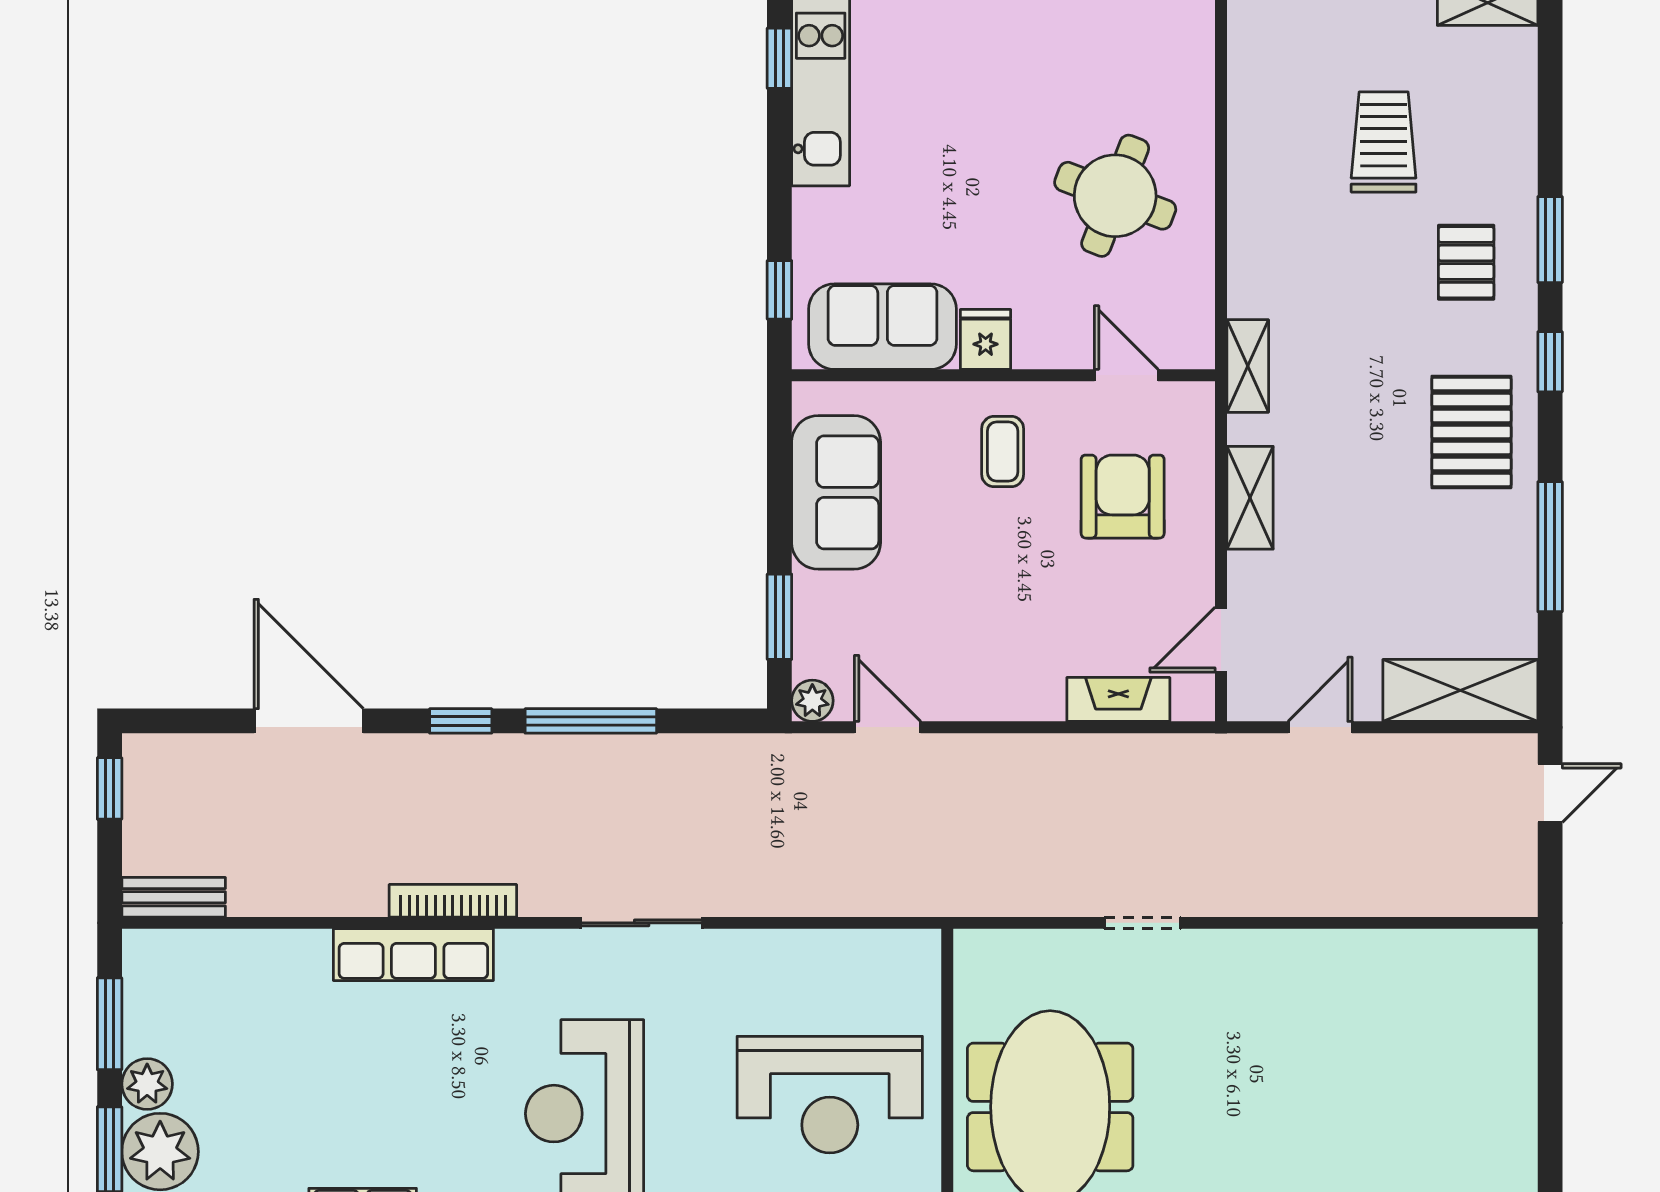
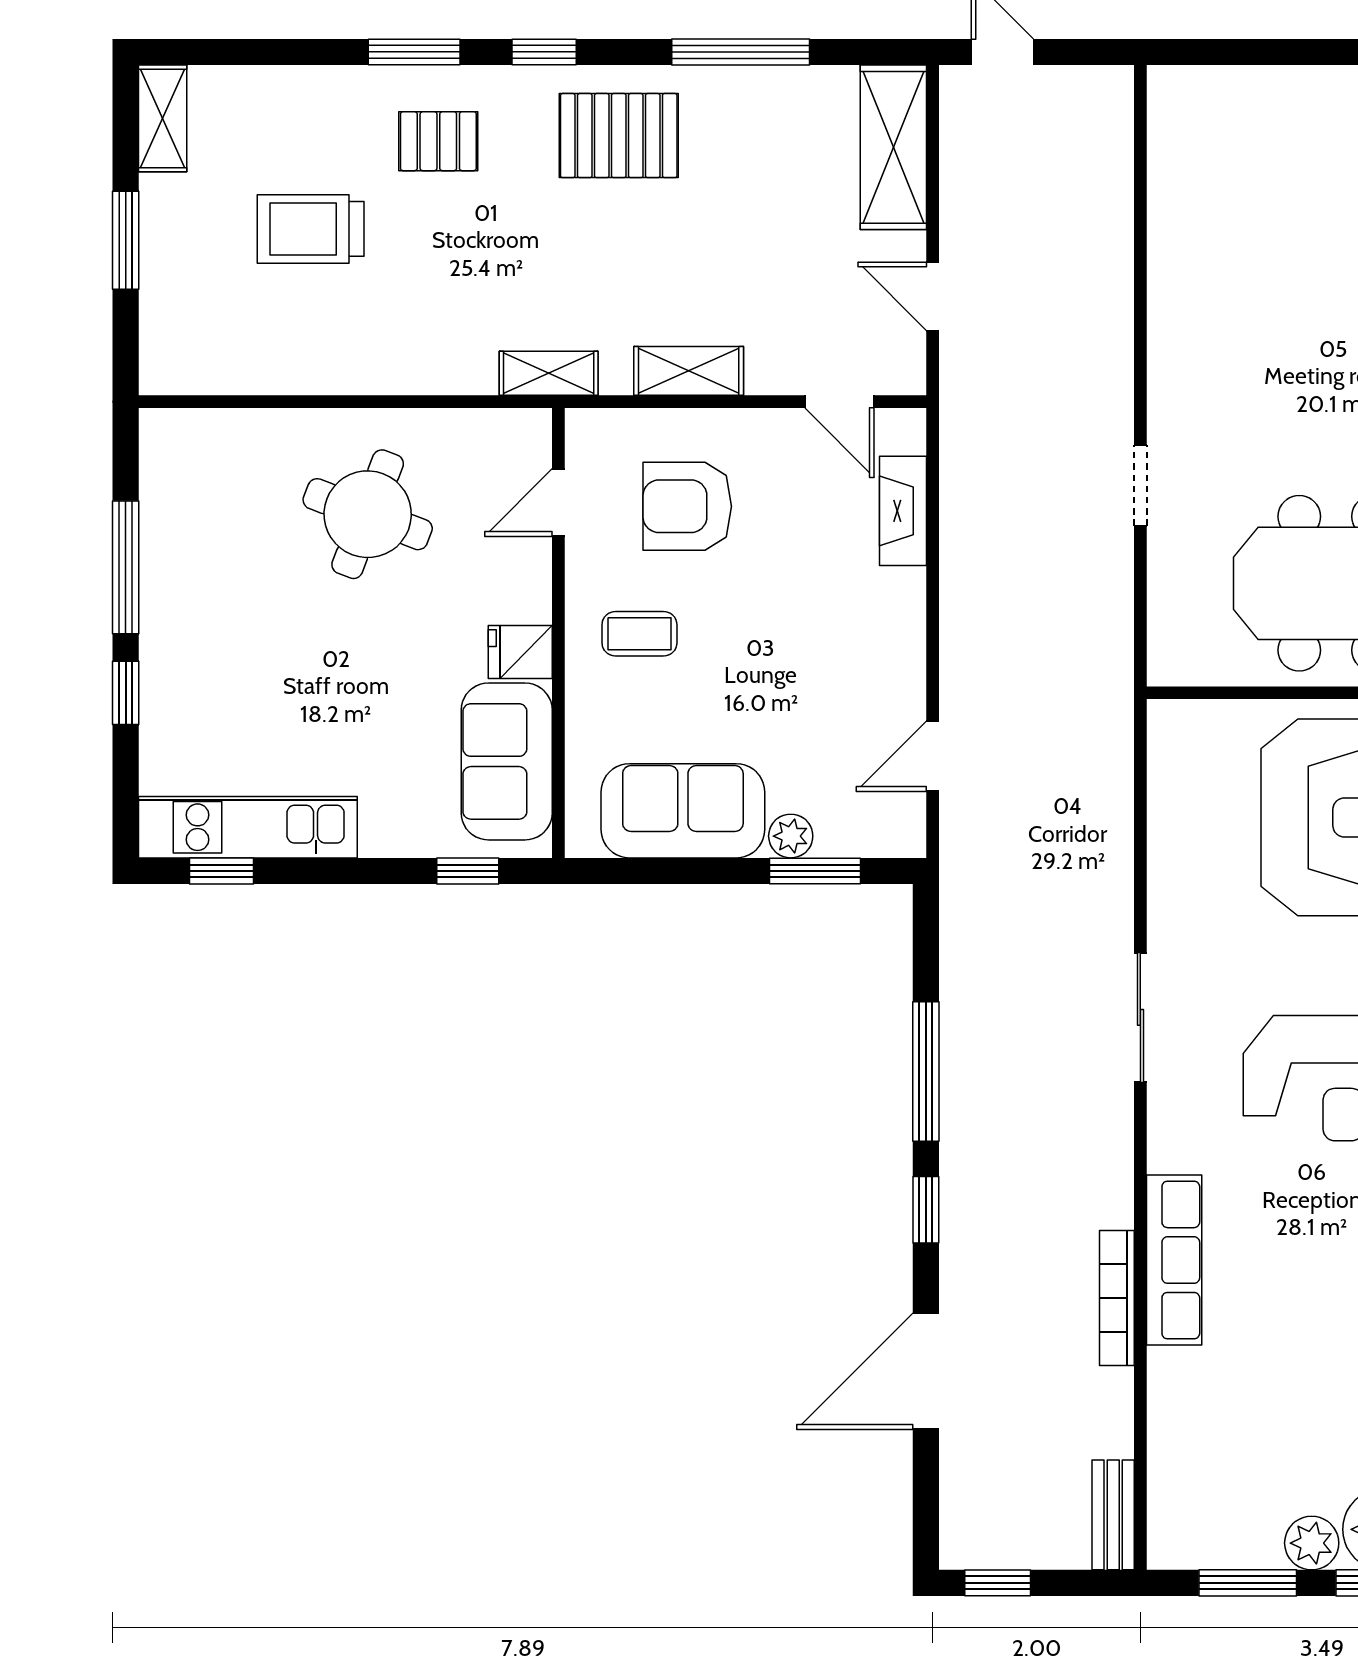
plant: (812, 701) -> (791, 836), moved
bookcase: (453, 901) -> (1117, 1298), moved

